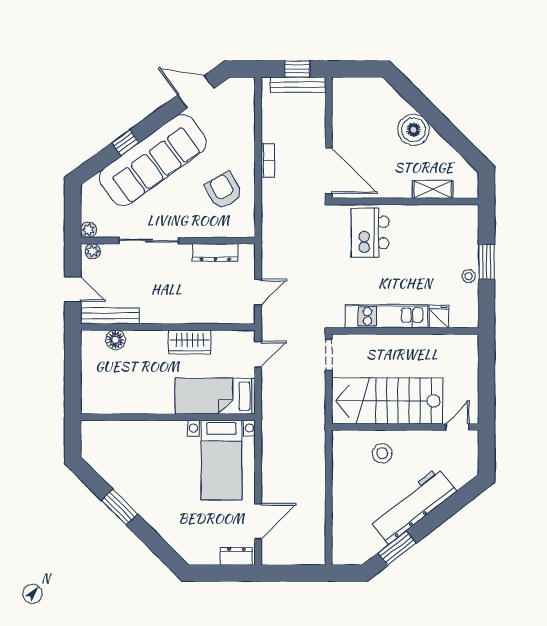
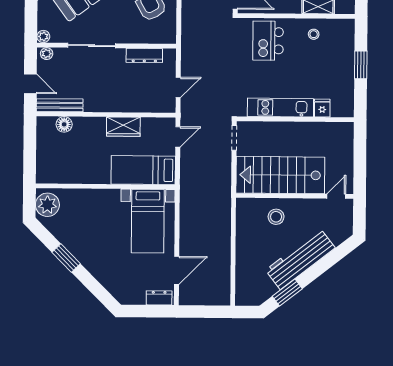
stool: (469, 276) -> (314, 34), moved
plant: (95, 441) -> (47, 205), added

